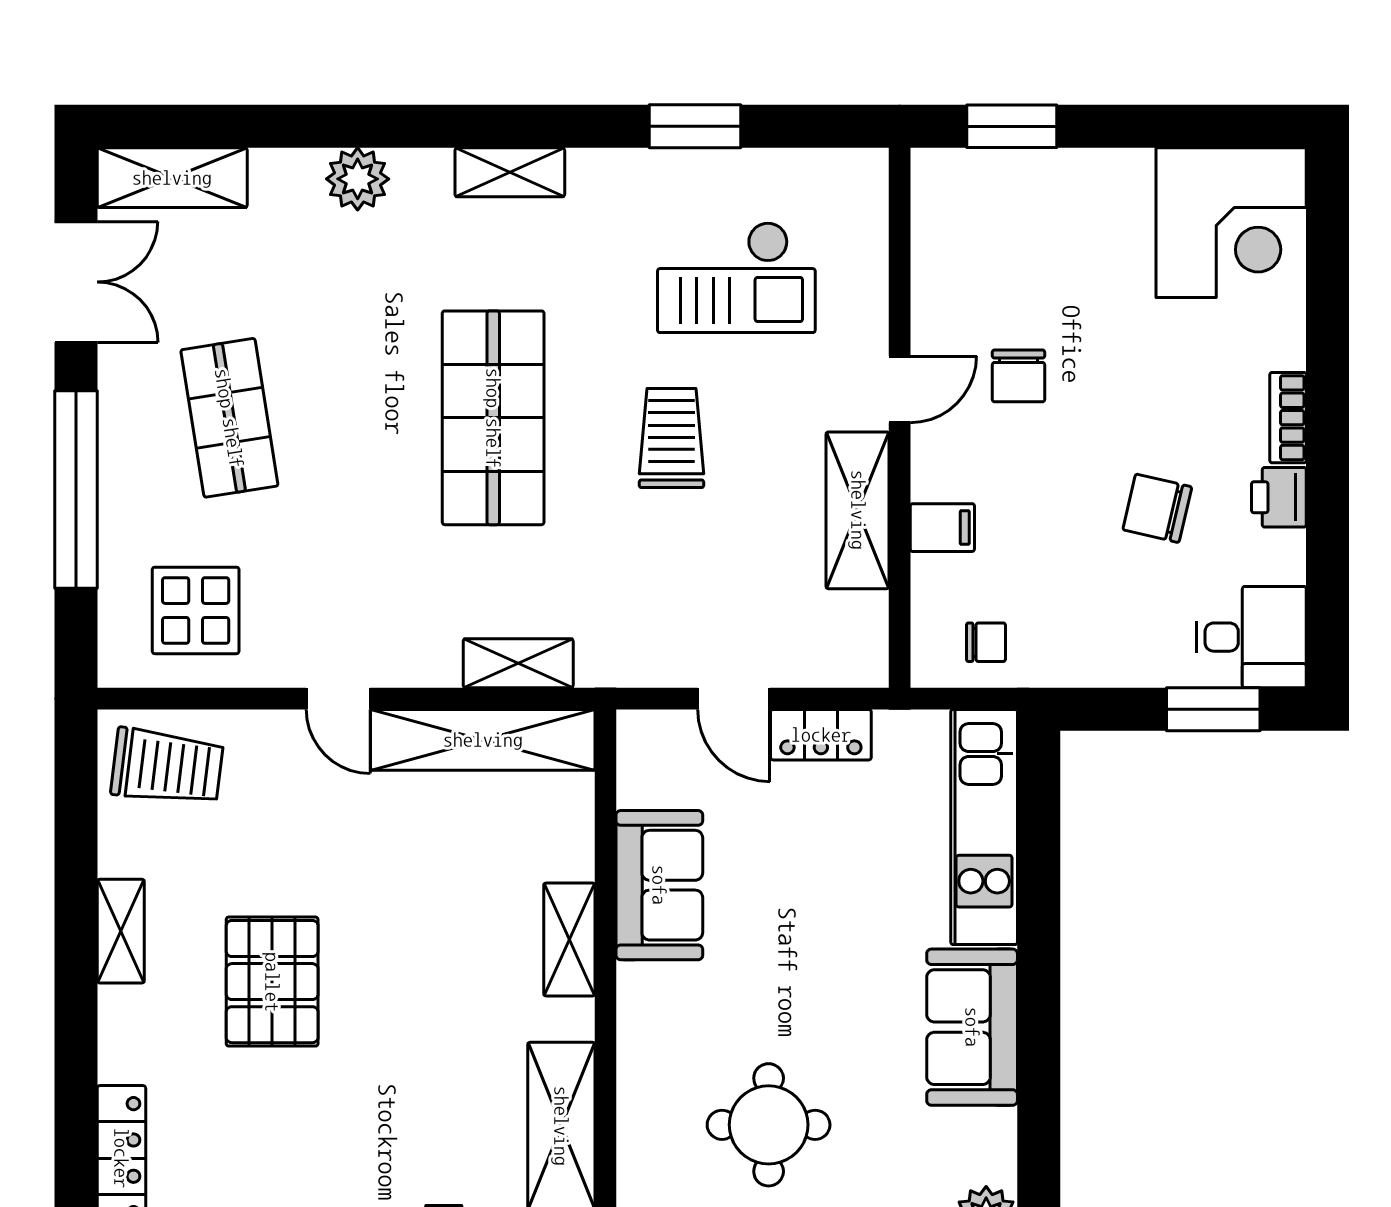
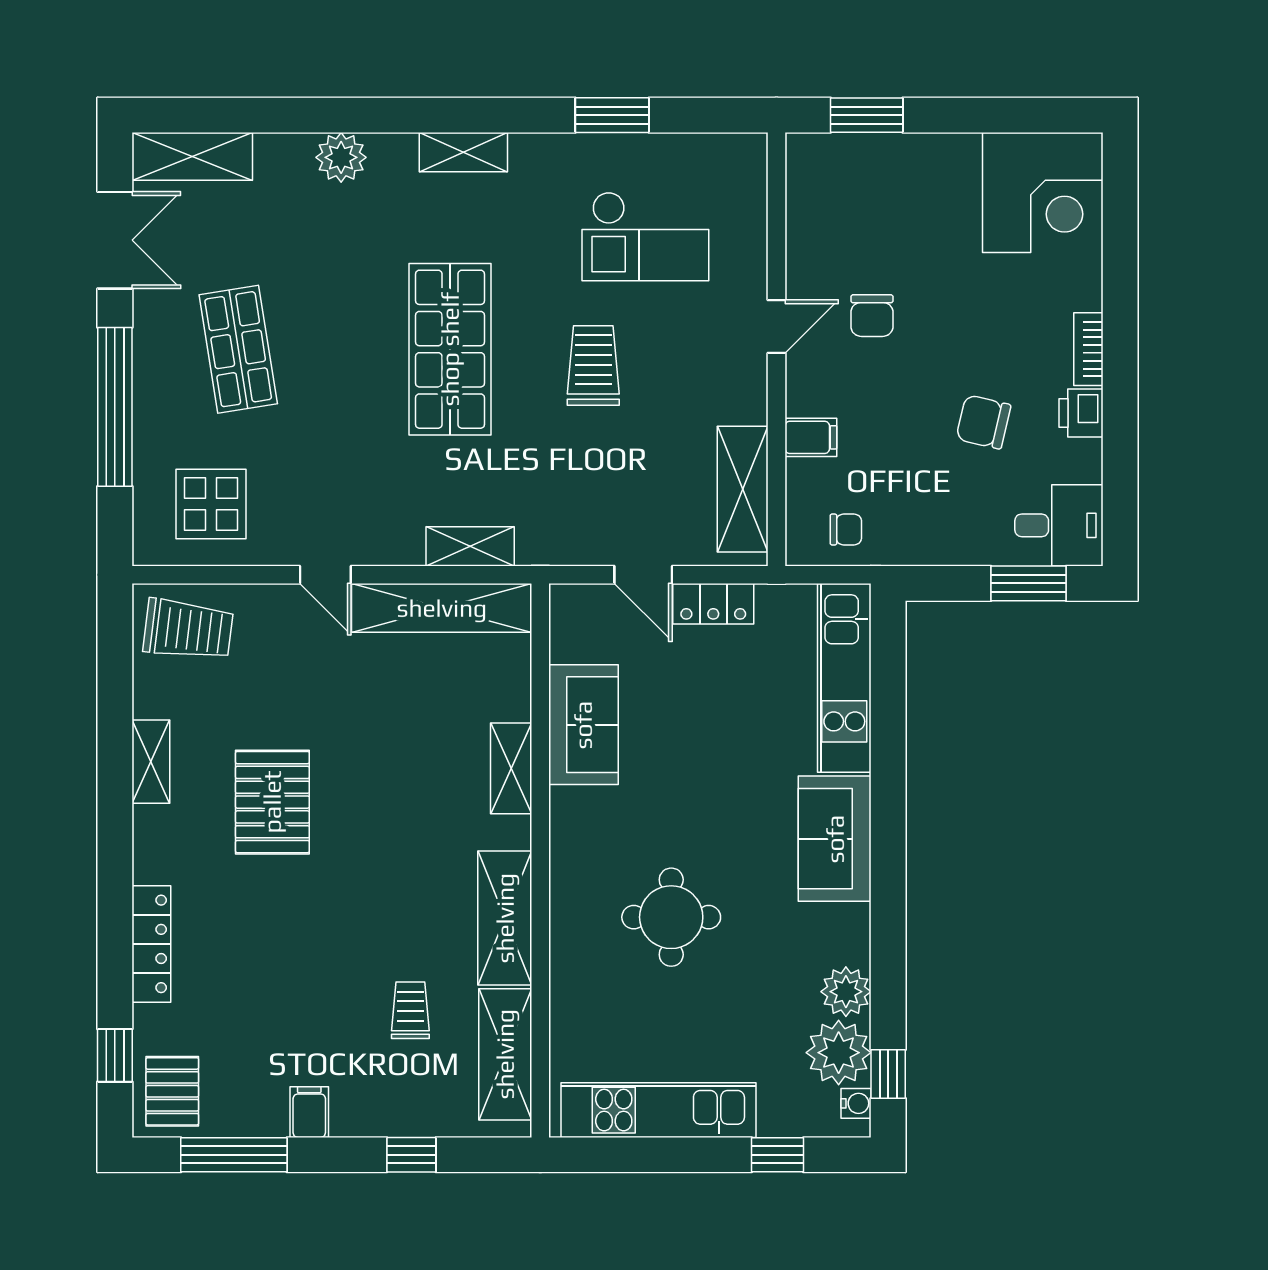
shelving: (858, 510) -> (743, 489), moved

